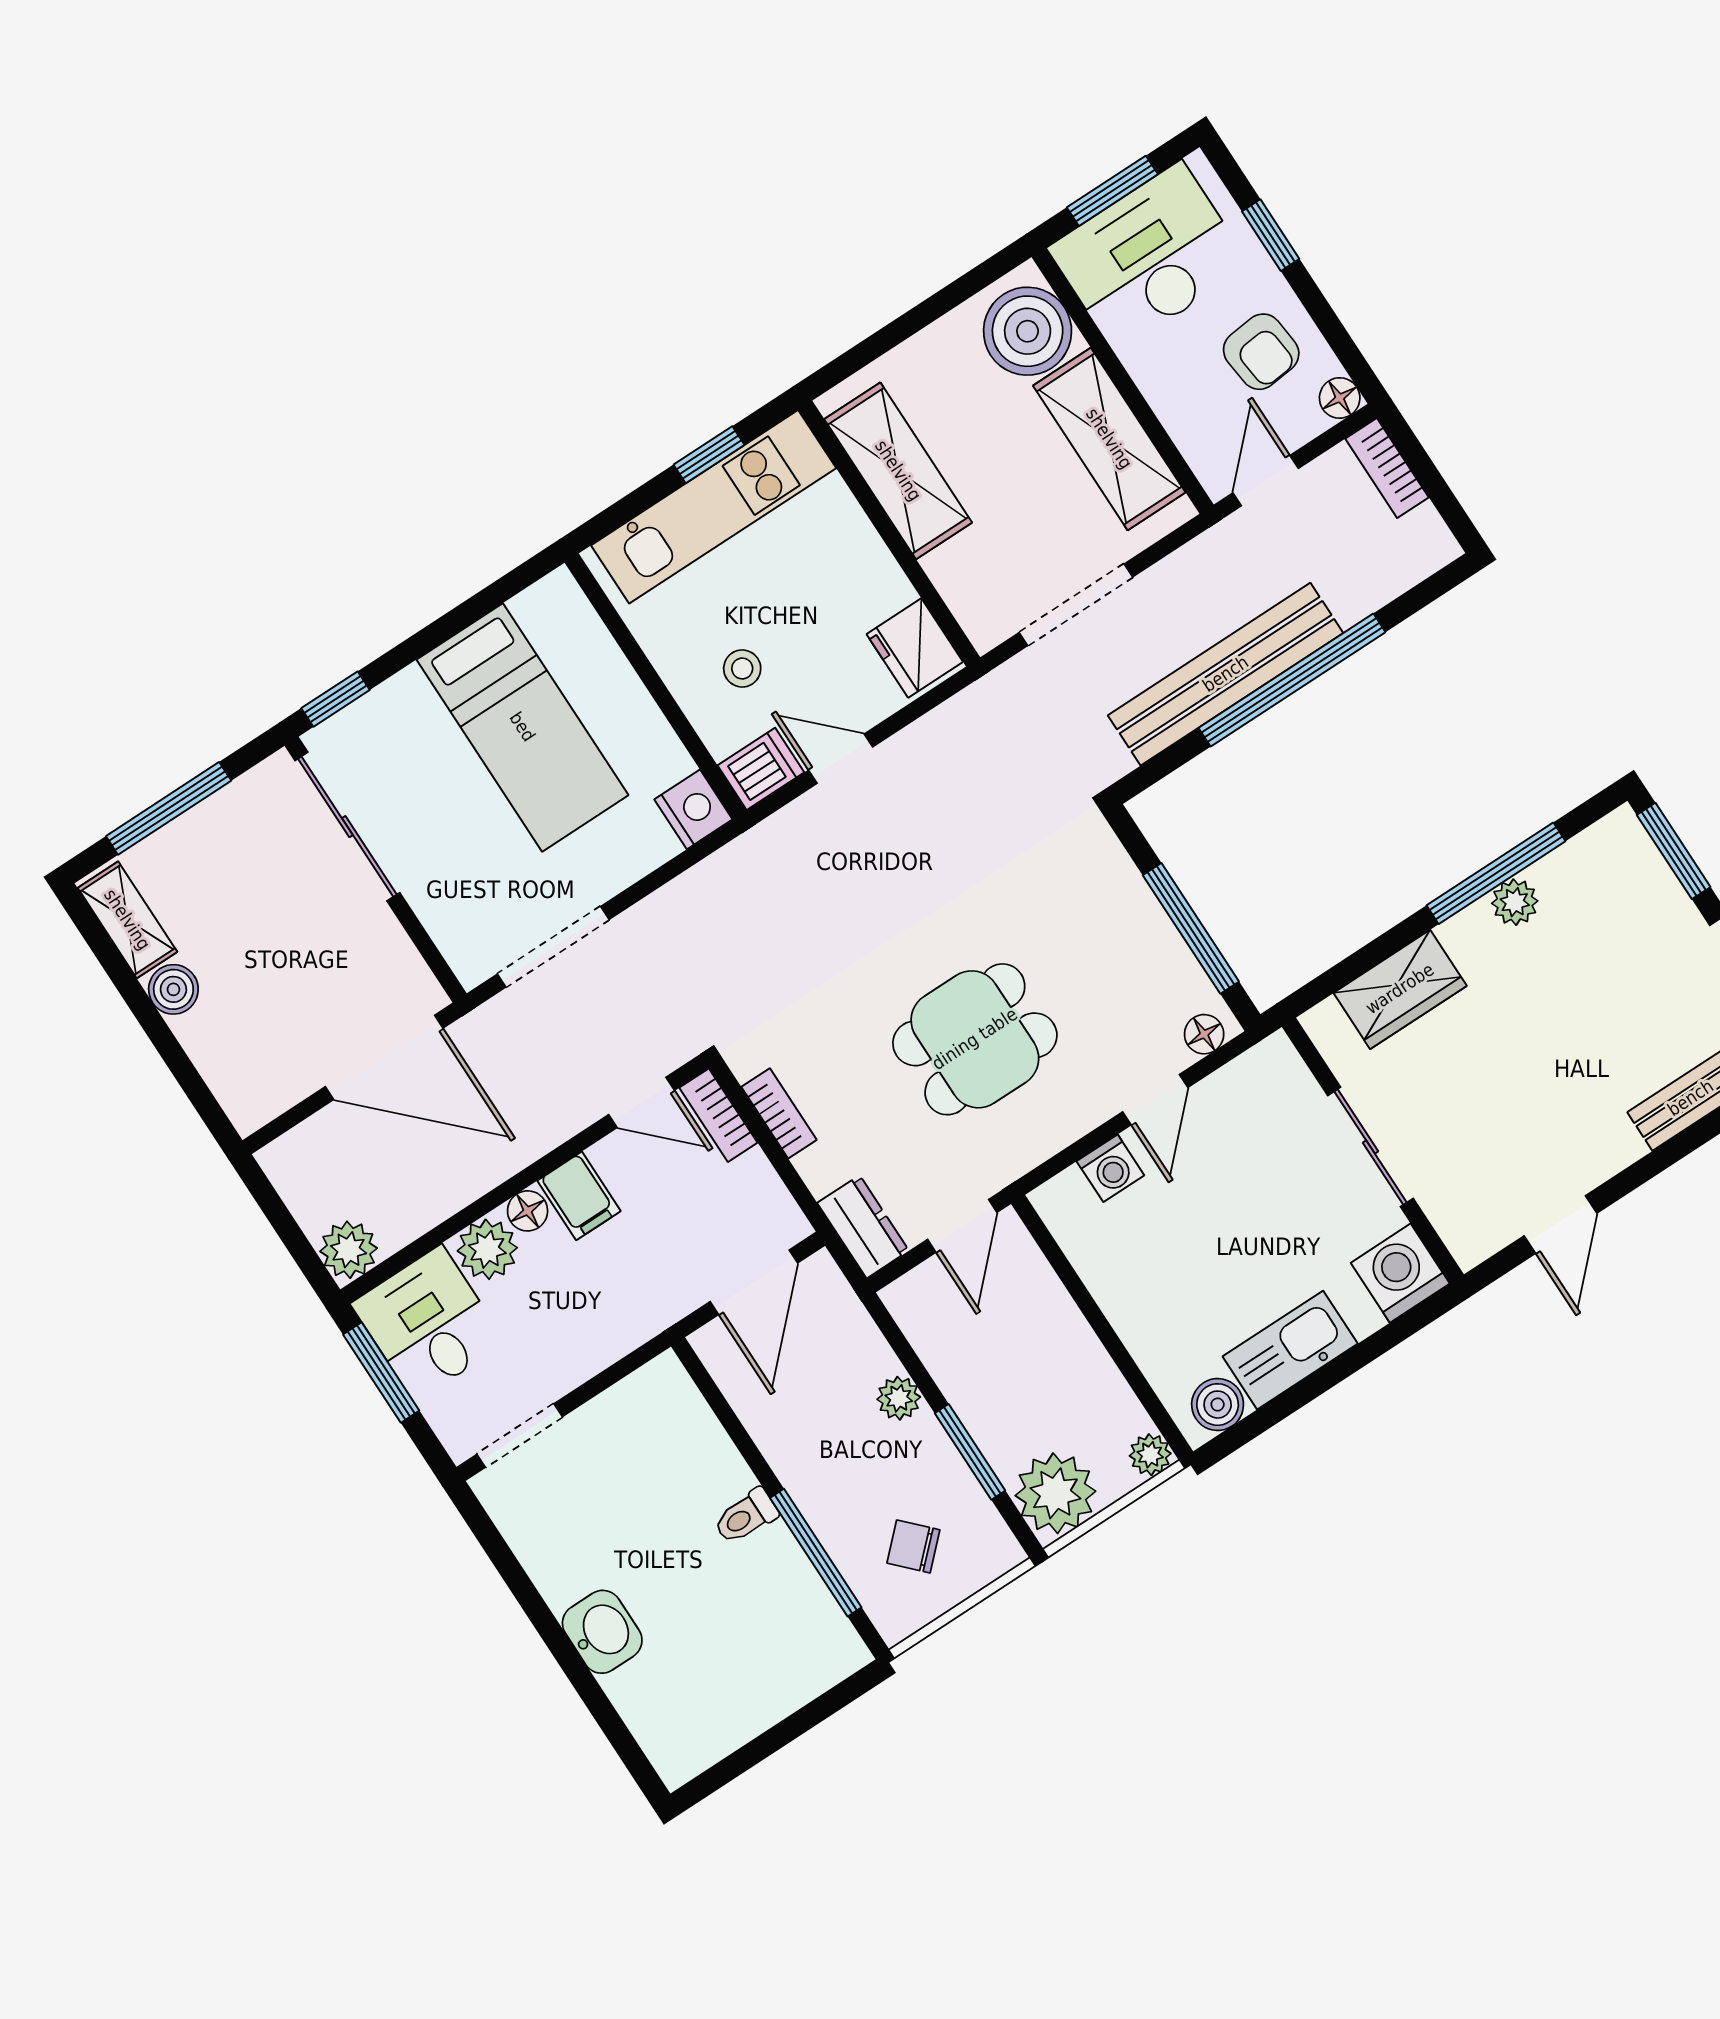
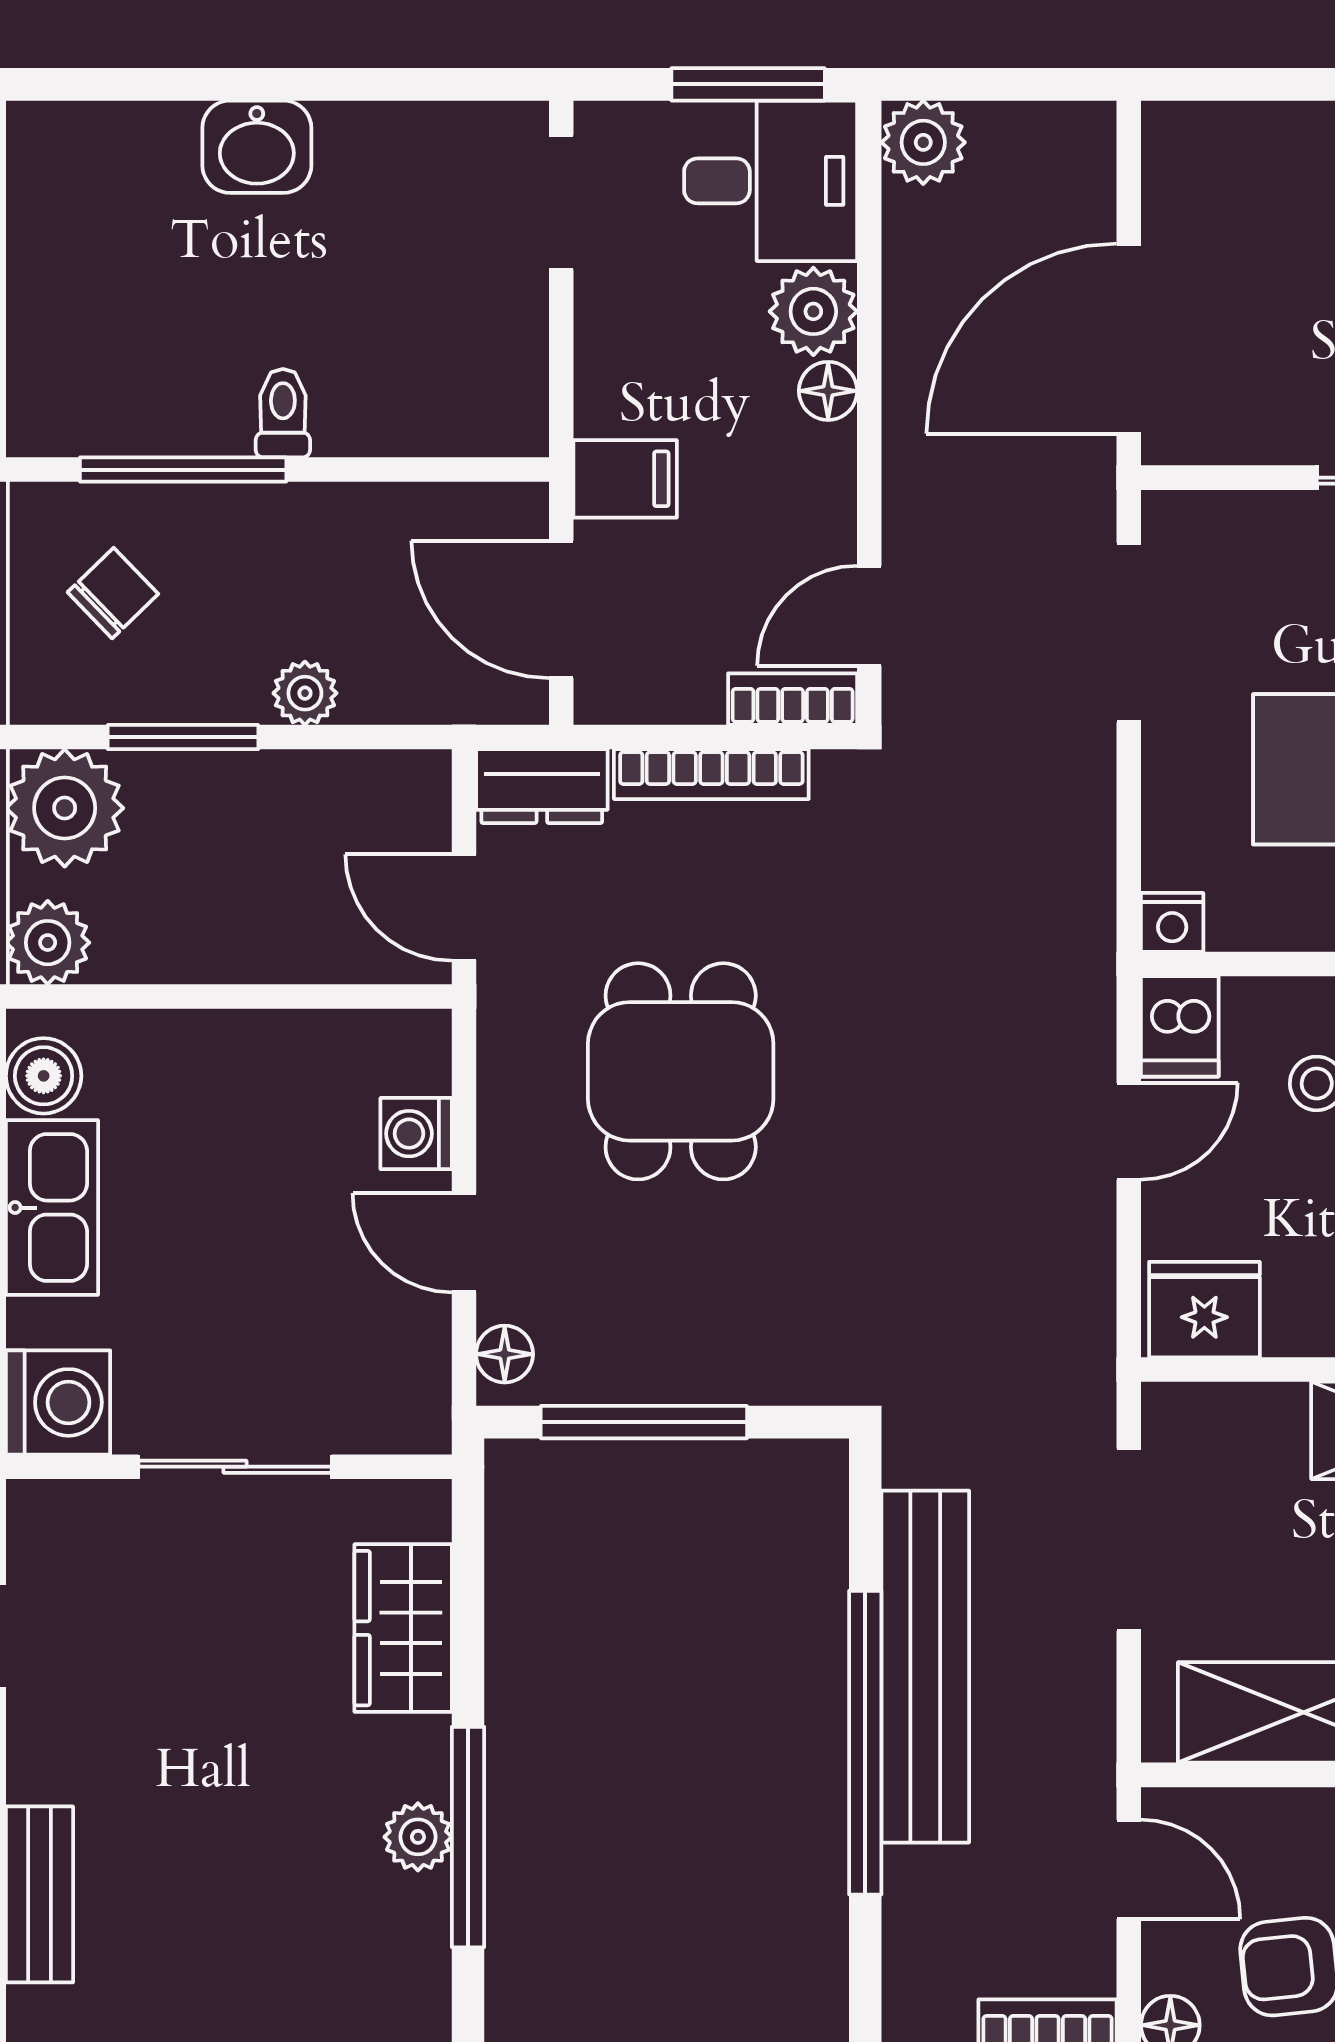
nightstand: (693, 809) -> (1172, 922), width x0.72, depth x0.74
bookcase: (779, 1113) -> (711, 774), width x1.56
filing cabinet: (579, 1196) -> (625, 479), moved, turned 180
plant: (1150, 1455) -> (48, 943), width x1.38, depth x1.38

